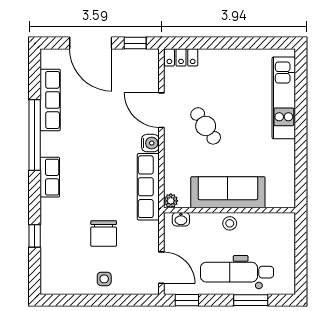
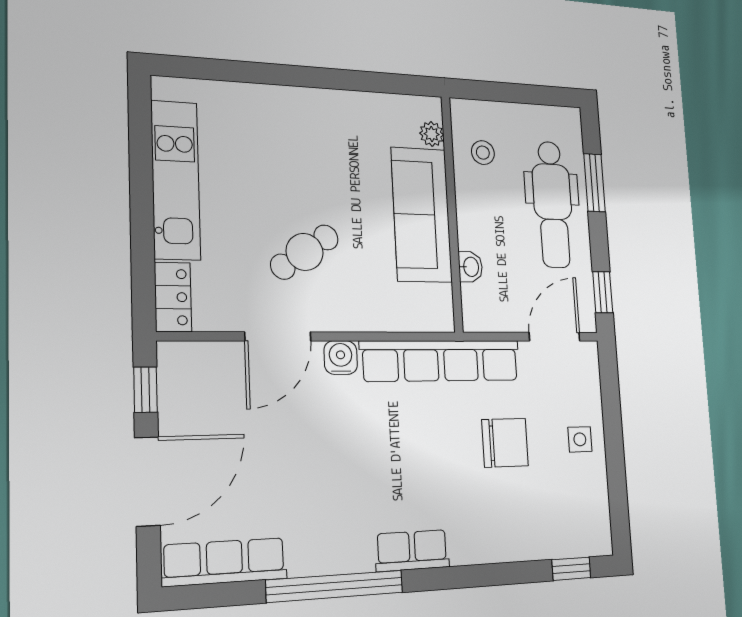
kitchen unit: (284, 98) -> (176, 180), moved, turned -90
row of seats: (50, 100) -> (225, 562), moved
row of seats: (148, 187) -> (441, 361), width x1.36
plant: (171, 201) -> (432, 134), moved
washbasin: (181, 219) -> (470, 267), moved
stool: (230, 223) -> (483, 153), moved
window: (35, 236) -> (571, 569), moved

